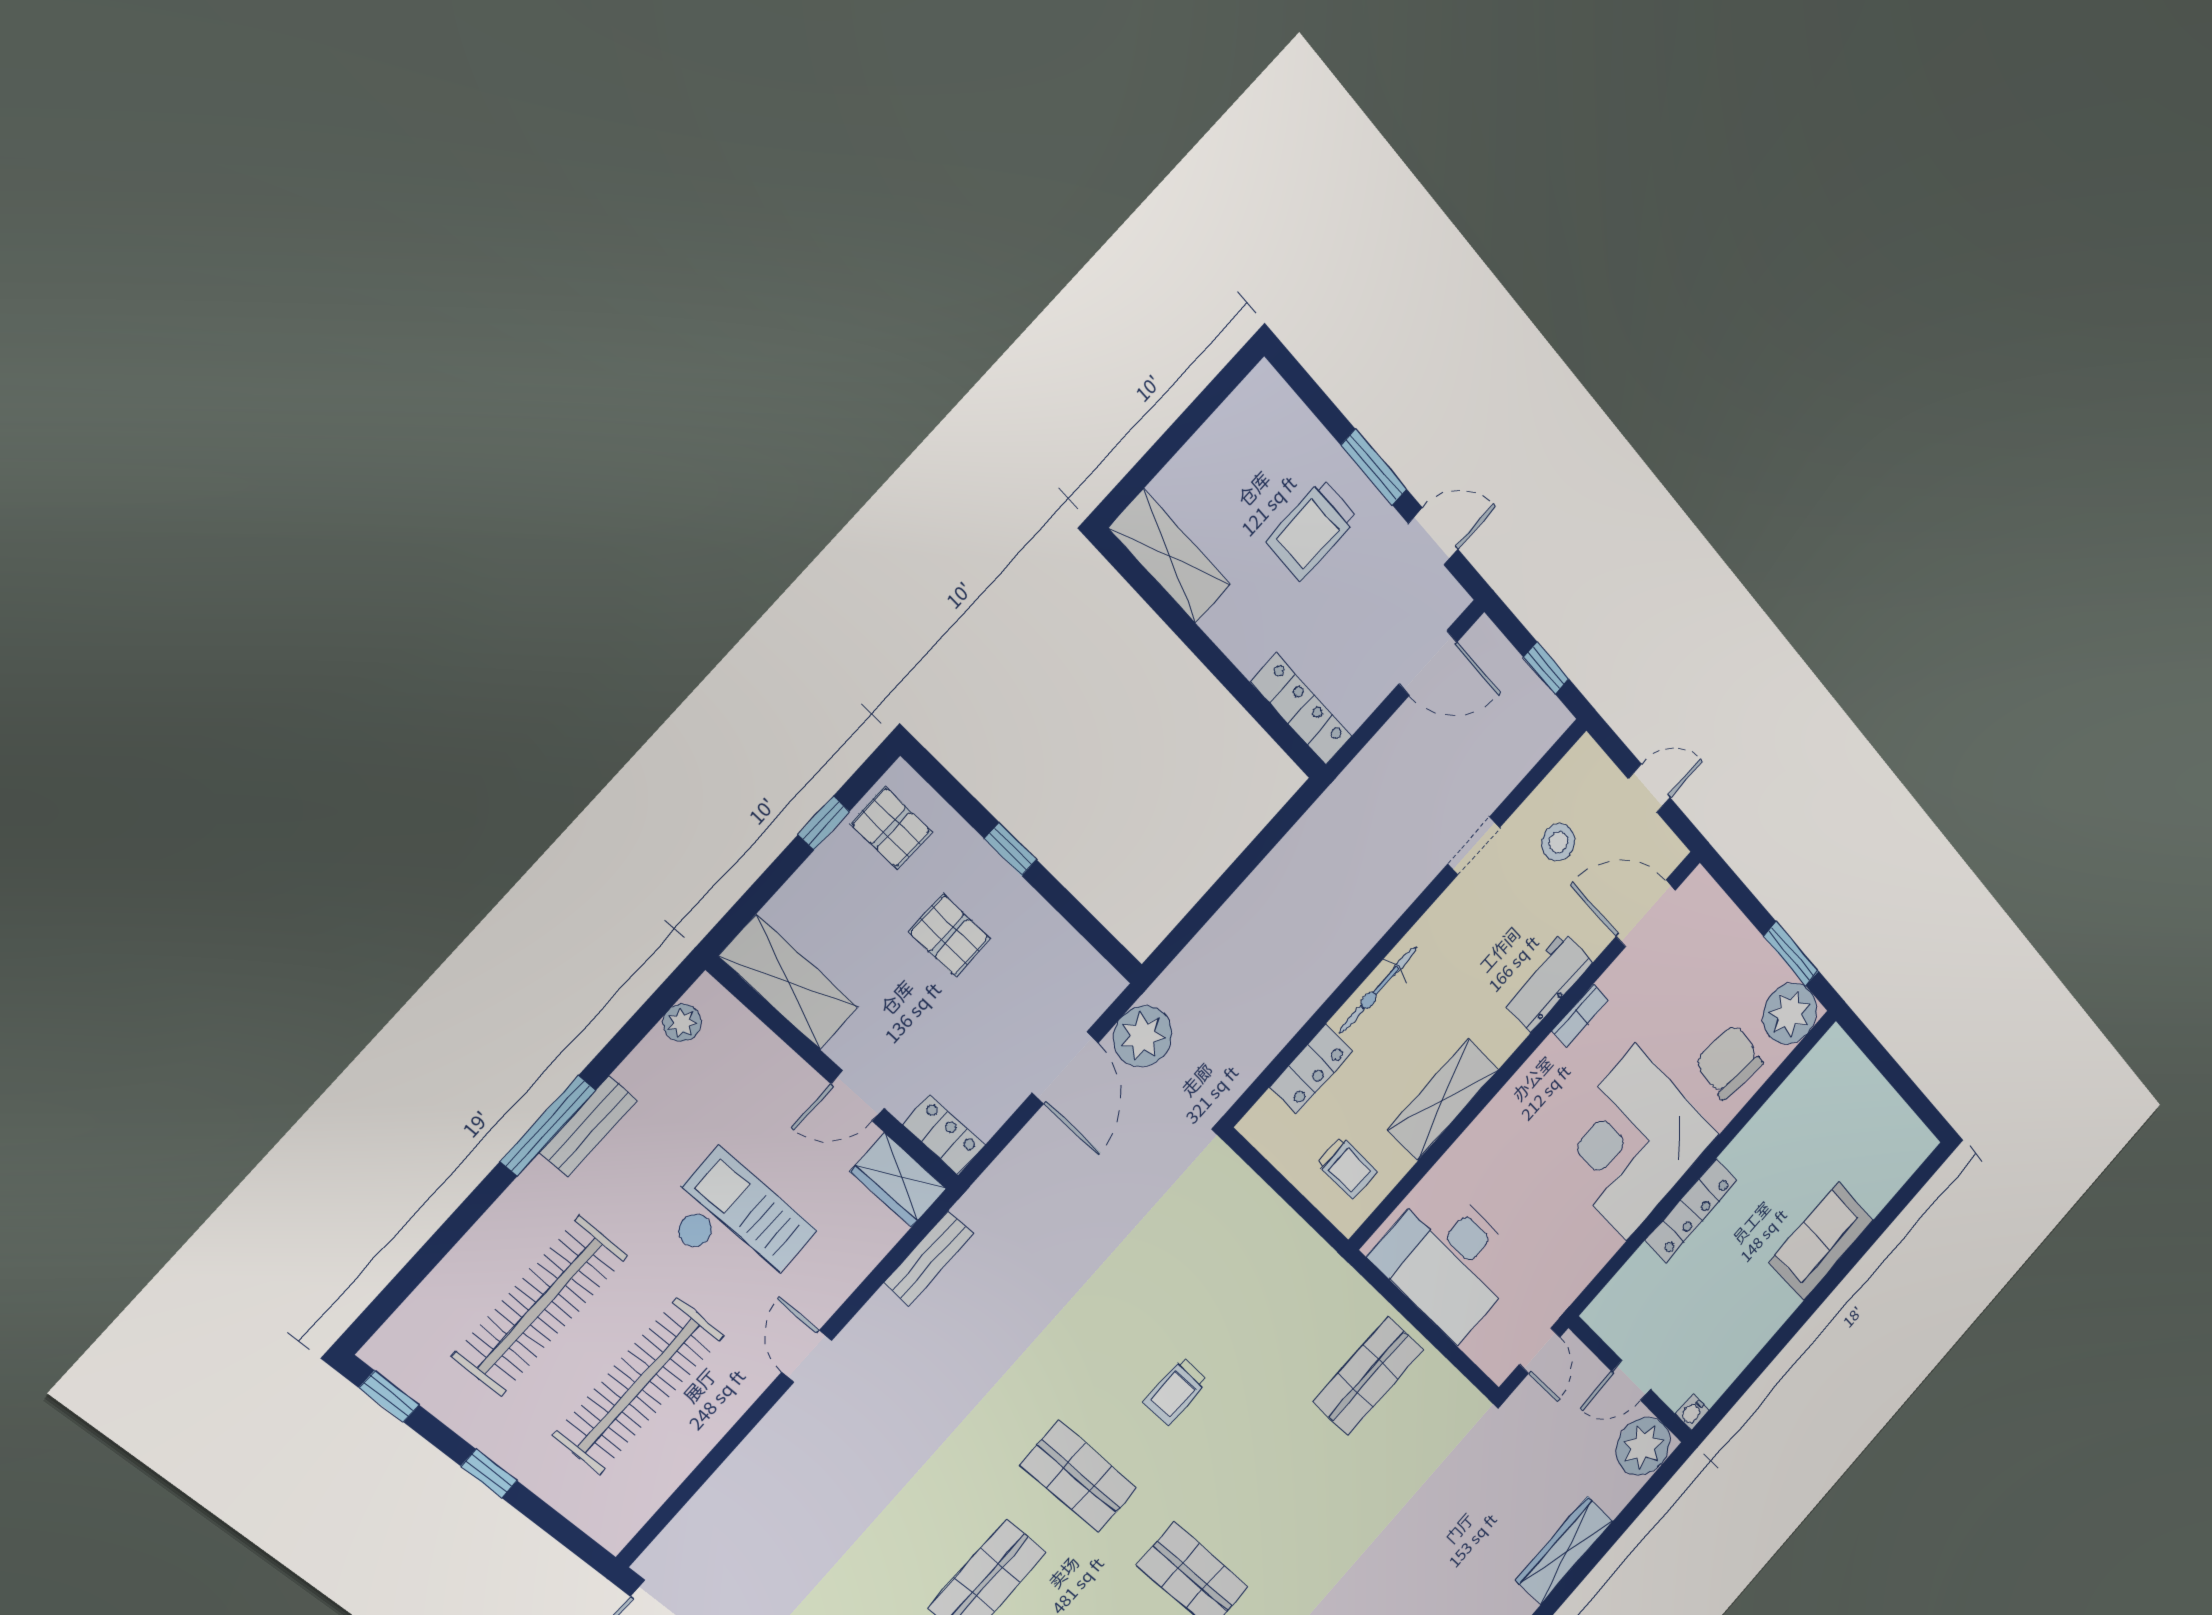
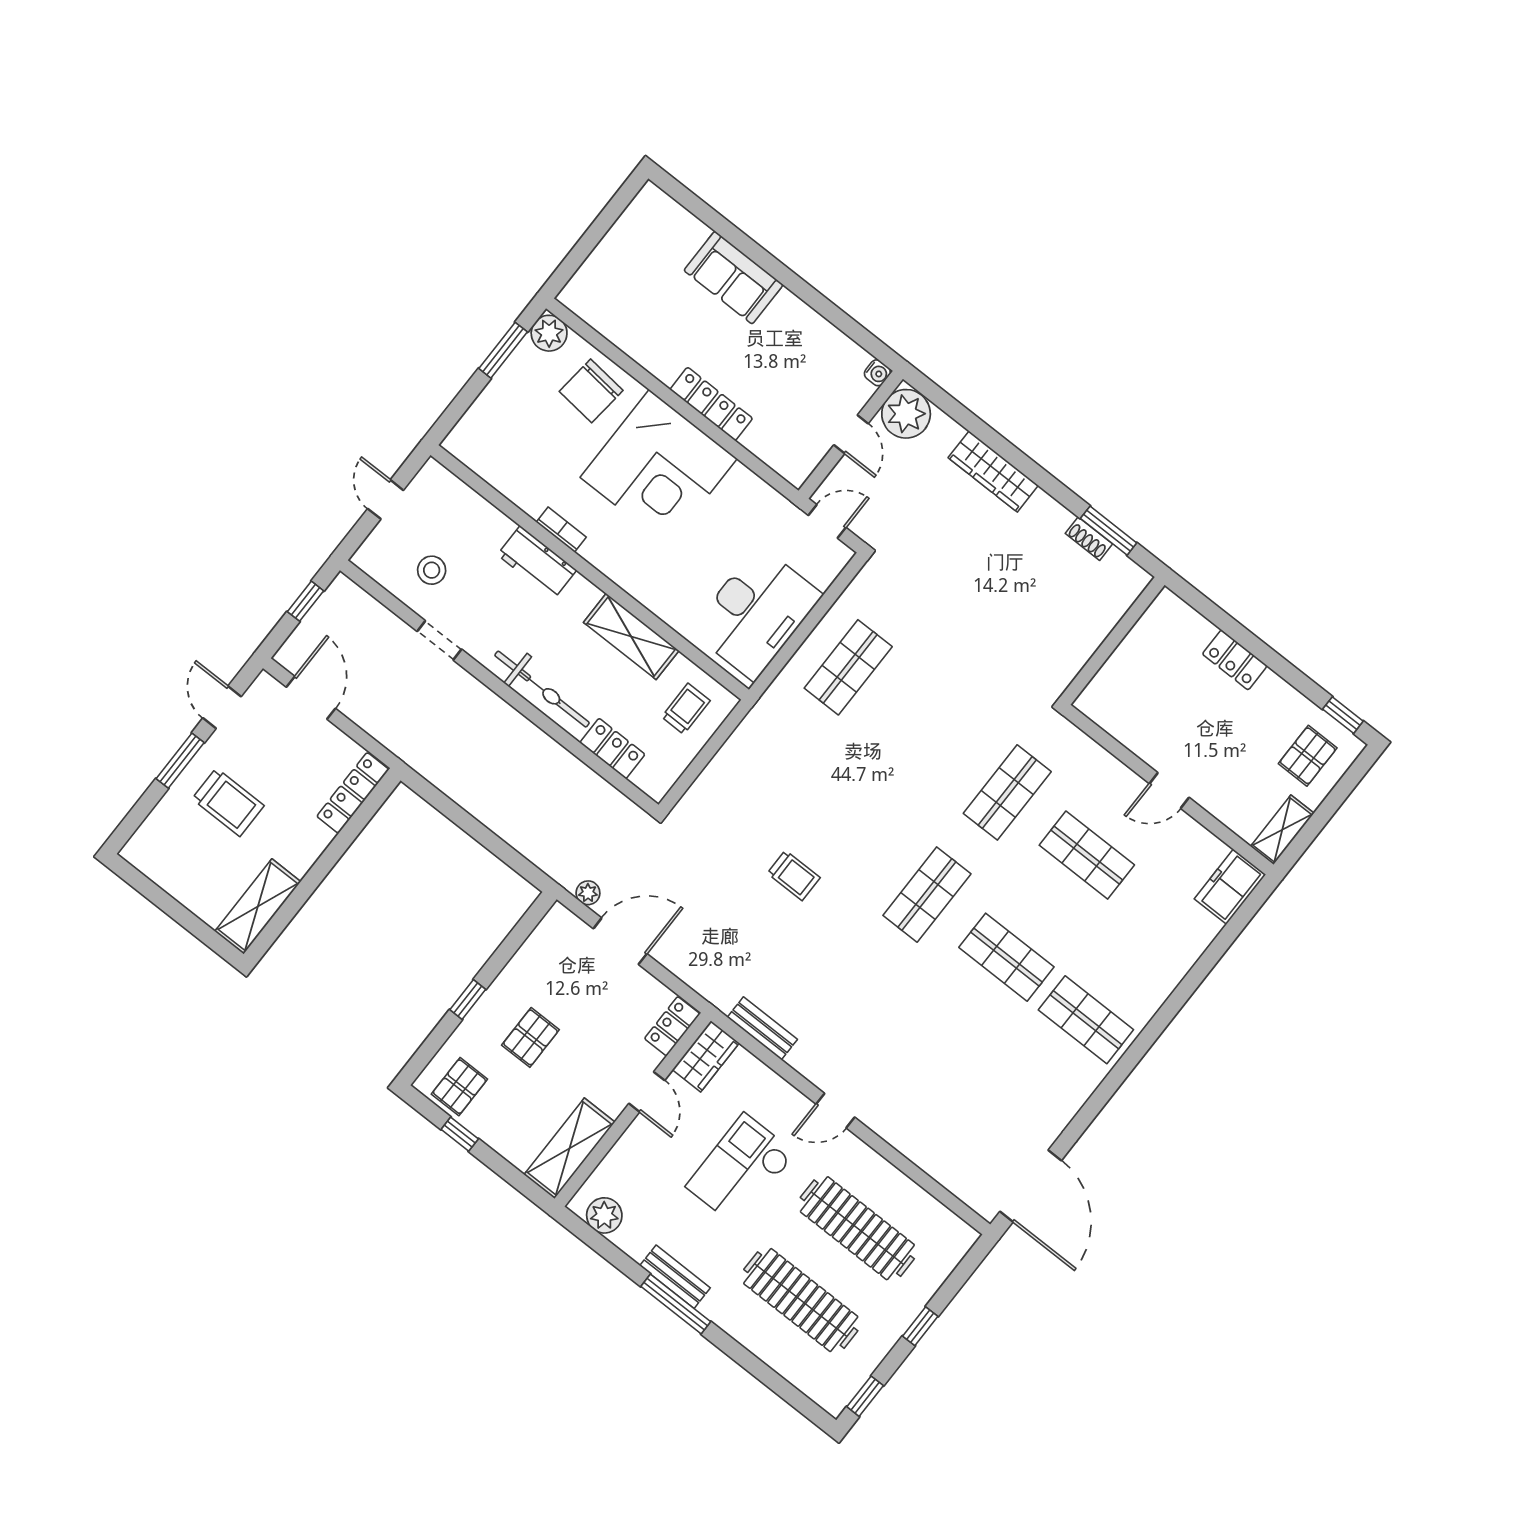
door: (1646, 913) -> (480, 486), removed
bicycle: (1378, 990) -> (542, 689), width x1.37, depth x1.40
plant: (1790, 1014) -> (549, 333), width x0.73, depth x0.73
plant: (682, 1023) -> (604, 1215), width x1.38, depth x1.38
plant: (1143, 1036) -> (588, 893), width x0.53, depth x0.53
shop shelf: (1368, 1376) -> (848, 667), turned 90
trolley: (1176, 1392) -> (794, 875), moved

